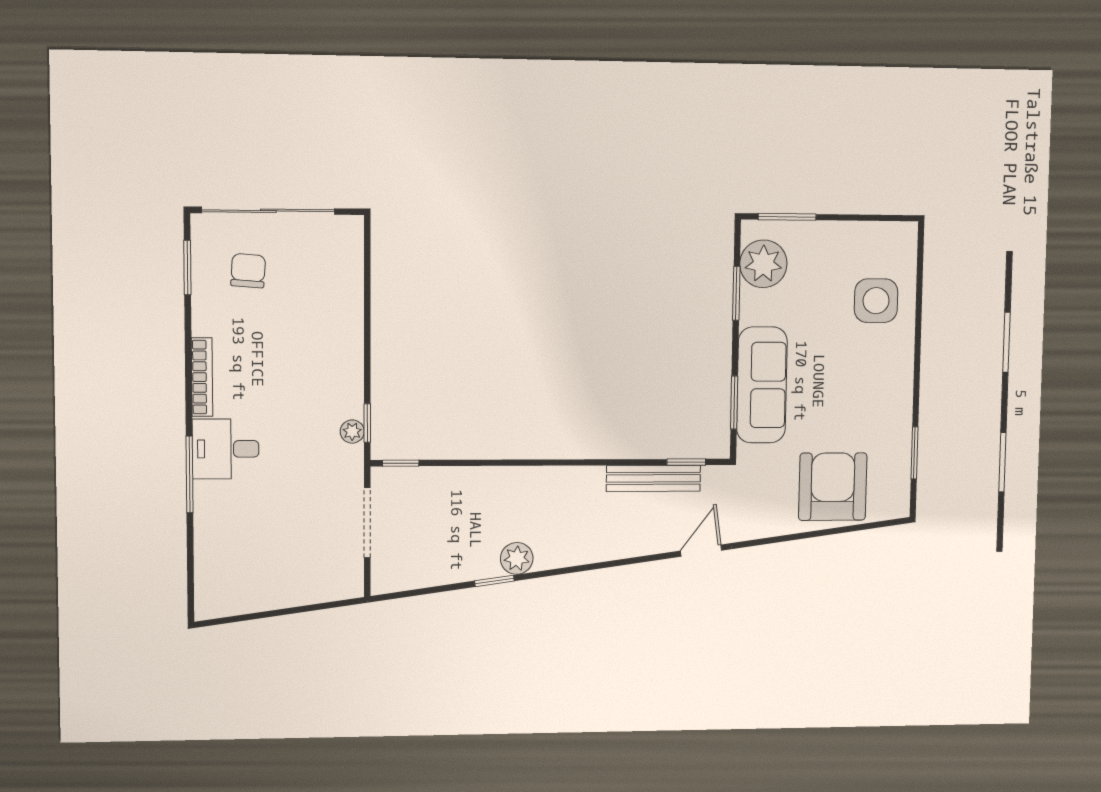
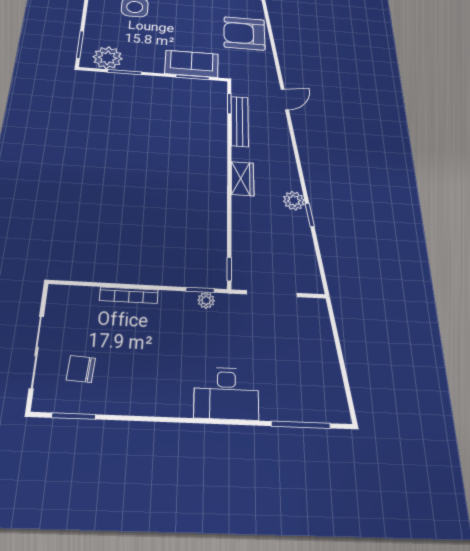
sliding door: (268, 211) -> (36, 352), width x0.73
bookcase: (202, 377) -> (129, 295), moved, turned 180
sofa: (762, 385) -> (192, 64), width x0.73
desk: (226, 449) -> (226, 393), width x1.37
window: (189, 474) -> (301, 425), moved
wardrobe: (550, 482) -> (242, 179), added
door: (701, 551) -> (285, 99), swing flipped

